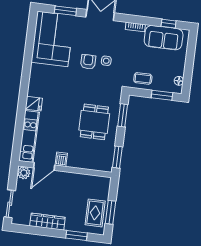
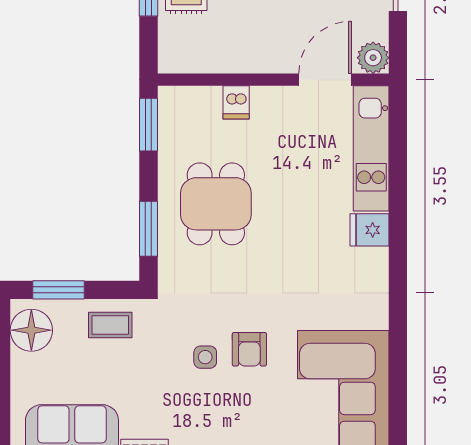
floor lamp: (179, 81) -> (31, 330), width x1.89, depth x1.89
dishwasher: (61, 159) -> (236, 102), moved

